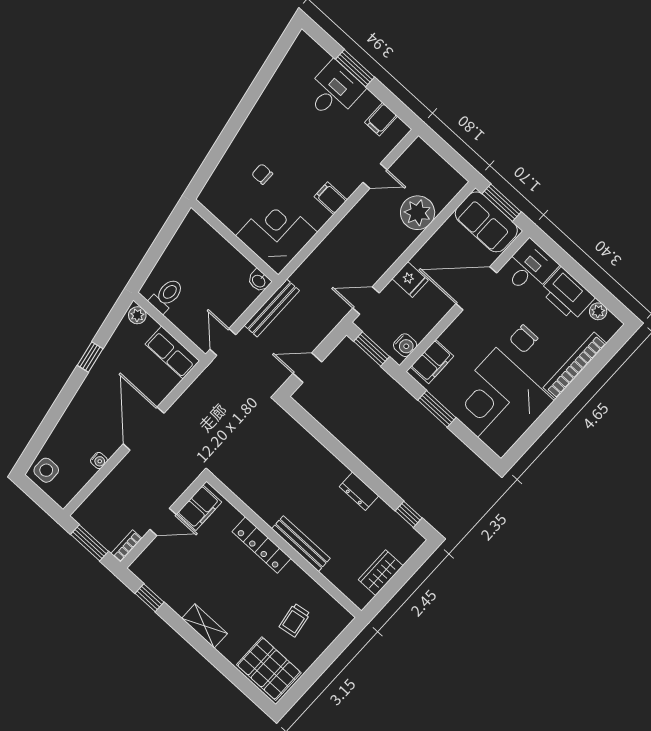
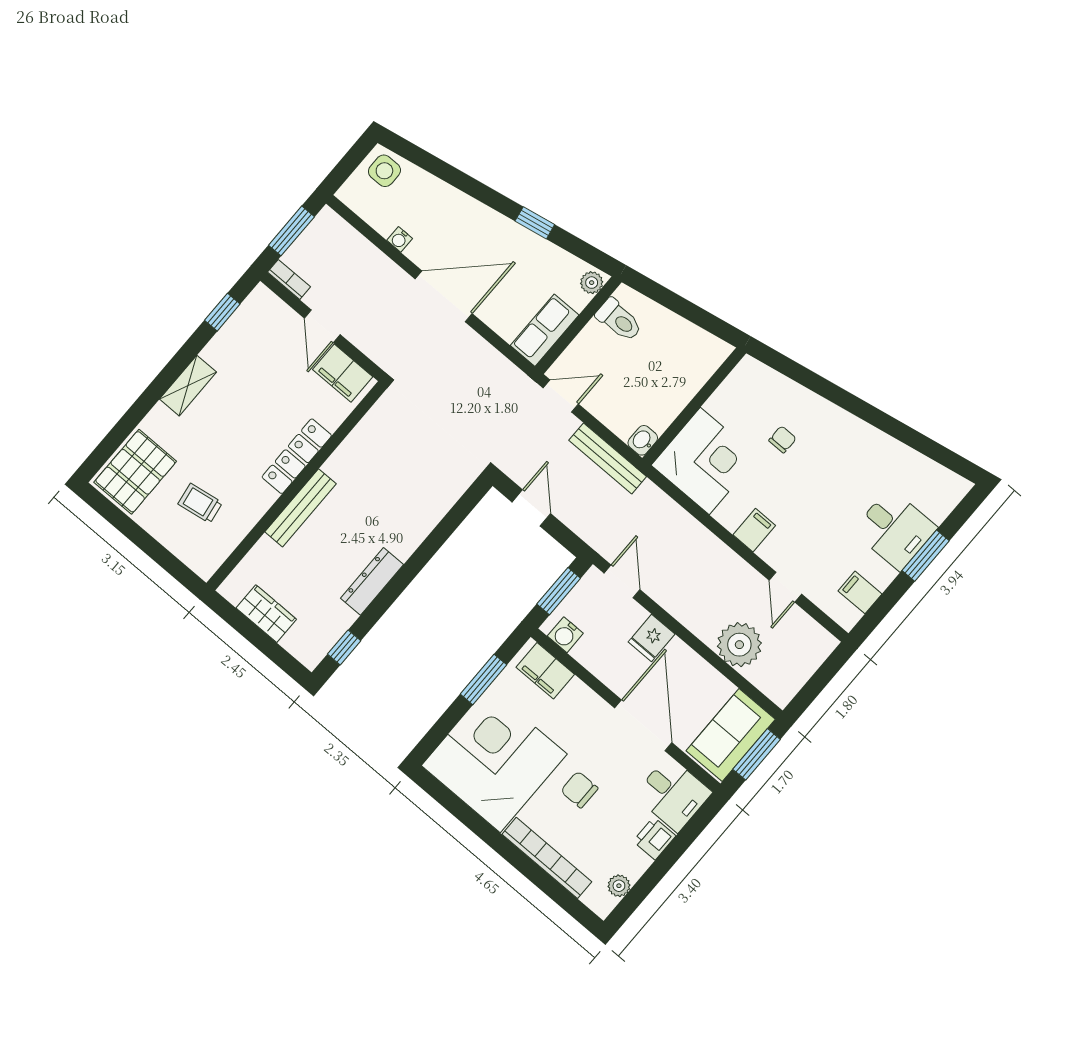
printer: (567, 294) -> (654, 838), width x0.53, depth x0.68
dresser: (359, 491) -> (372, 581), width x1.44

